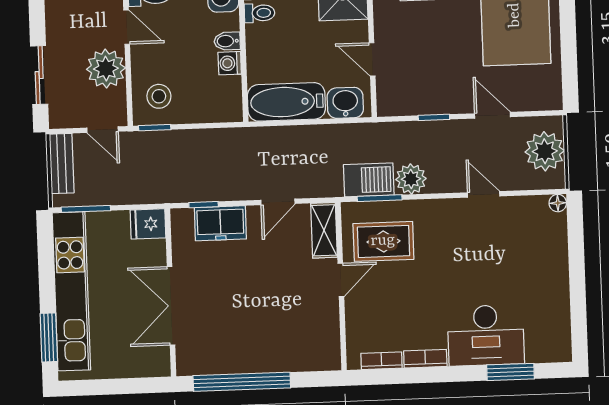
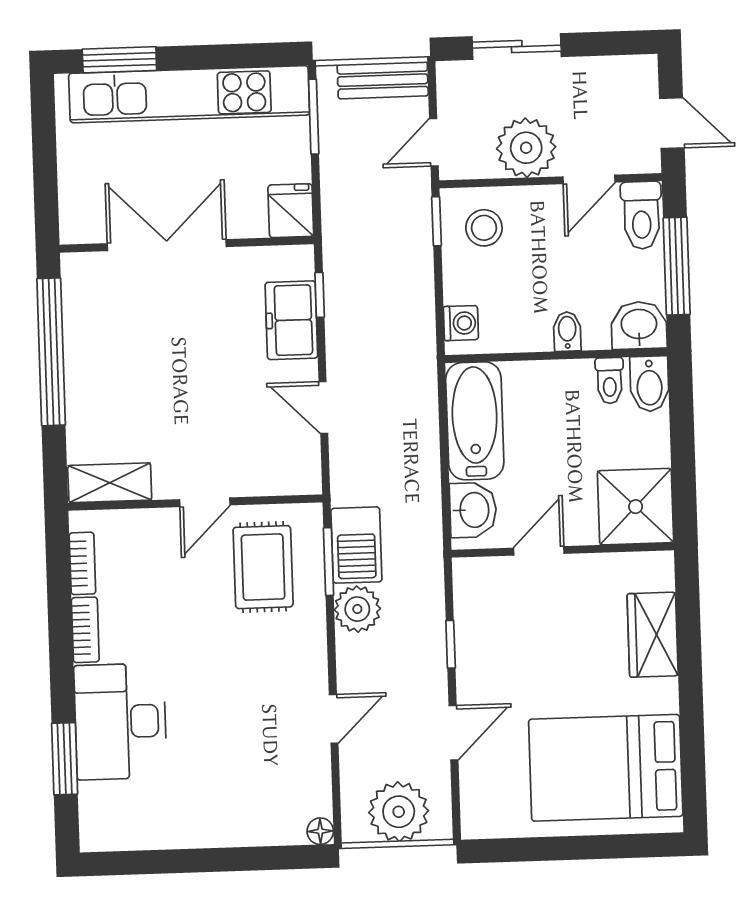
washing machine: (230, 63) -> (461, 323), moved, turned 90
shelving: (324, 230) -> (110, 483), moved
door: (341, 280) -> (205, 502), hinge flipped

